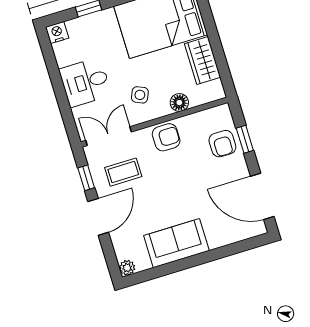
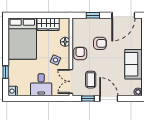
armchair: (222, 144) -> (100, 43), moved

